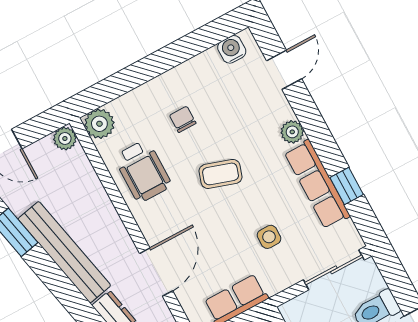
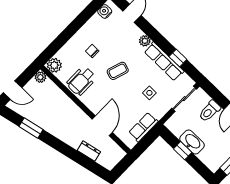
wheelchair: (143, 171) -> (81, 81), turned 90
bench: (64, 252) -> (57, 130), removed

